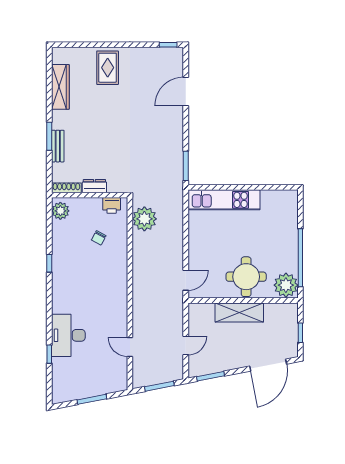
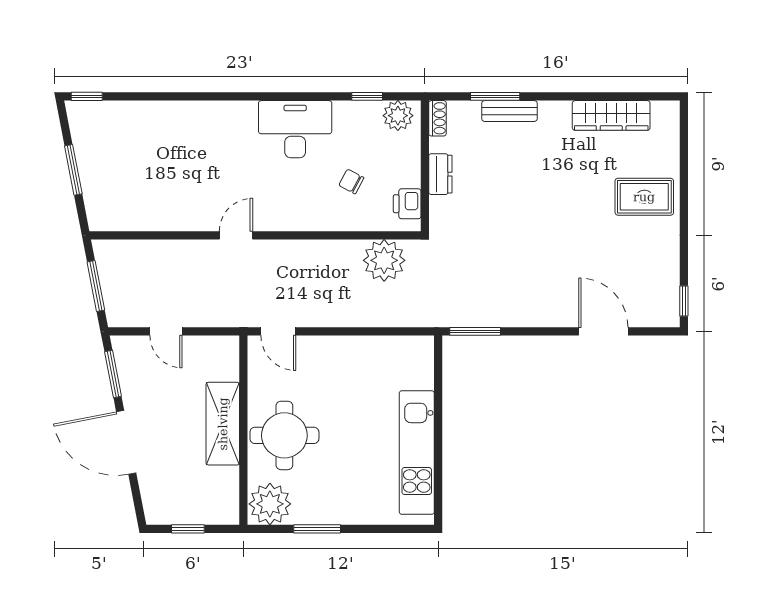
window: (49, 136) -> (495, 96), moved
shoe rack: (66, 188) -> (437, 118), width x0.70
kitchen unit: (224, 200) -> (417, 453), moved
window: (300, 258) -> (317, 529), width x0.47
window: (49, 263) -> (367, 96), moved
desk: (68, 335) -> (295, 129), moved
door: (130, 347) -> (236, 235), moved
window: (49, 354) -> (87, 96), moved
door: (268, 365) -> (126, 442), moved

